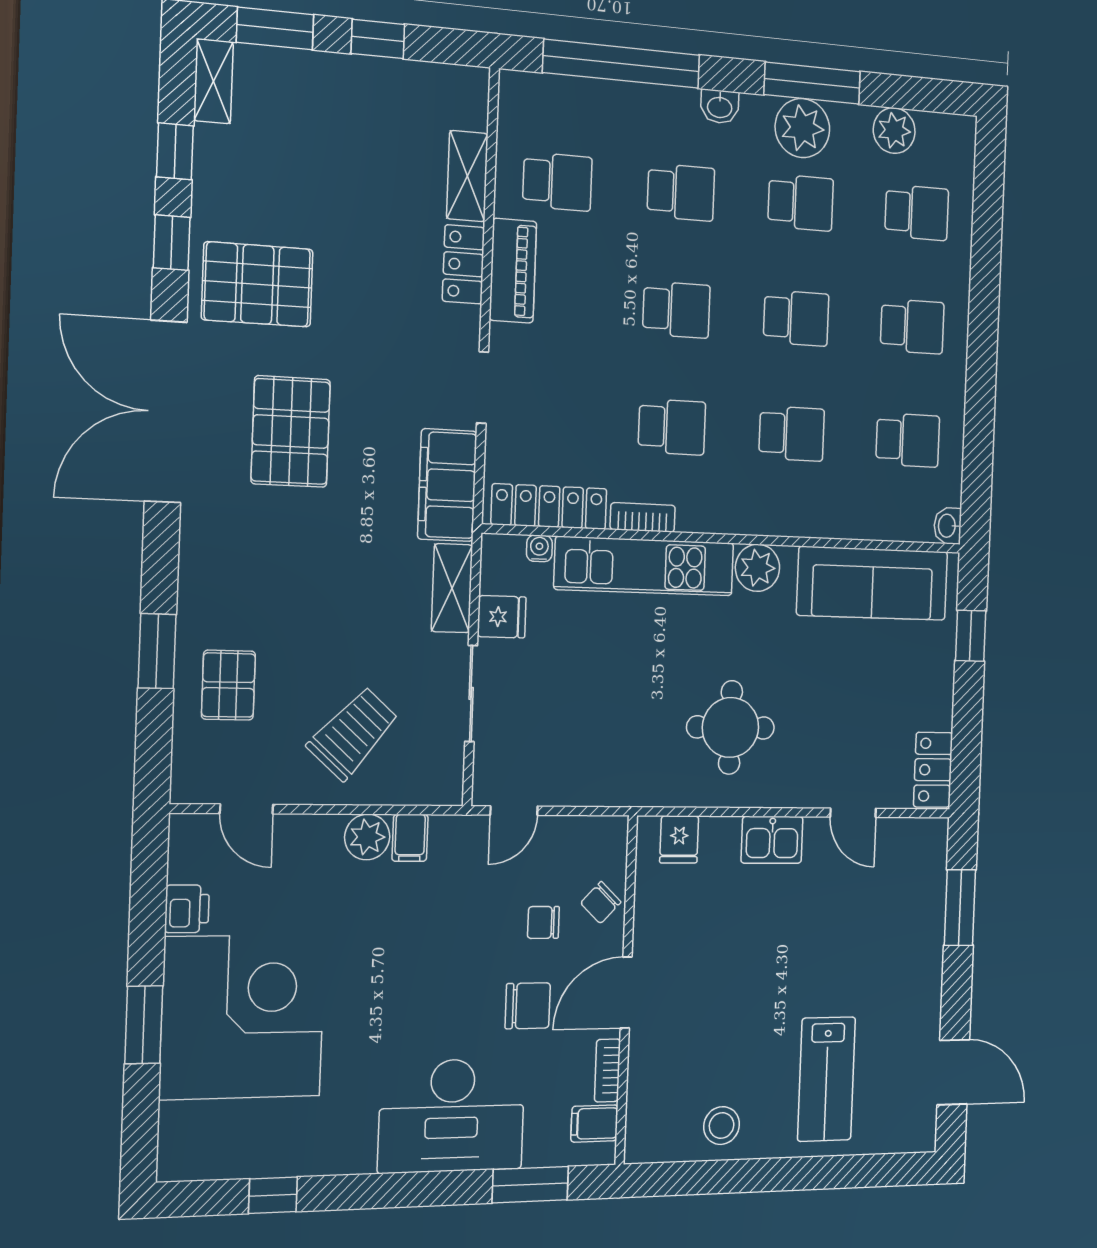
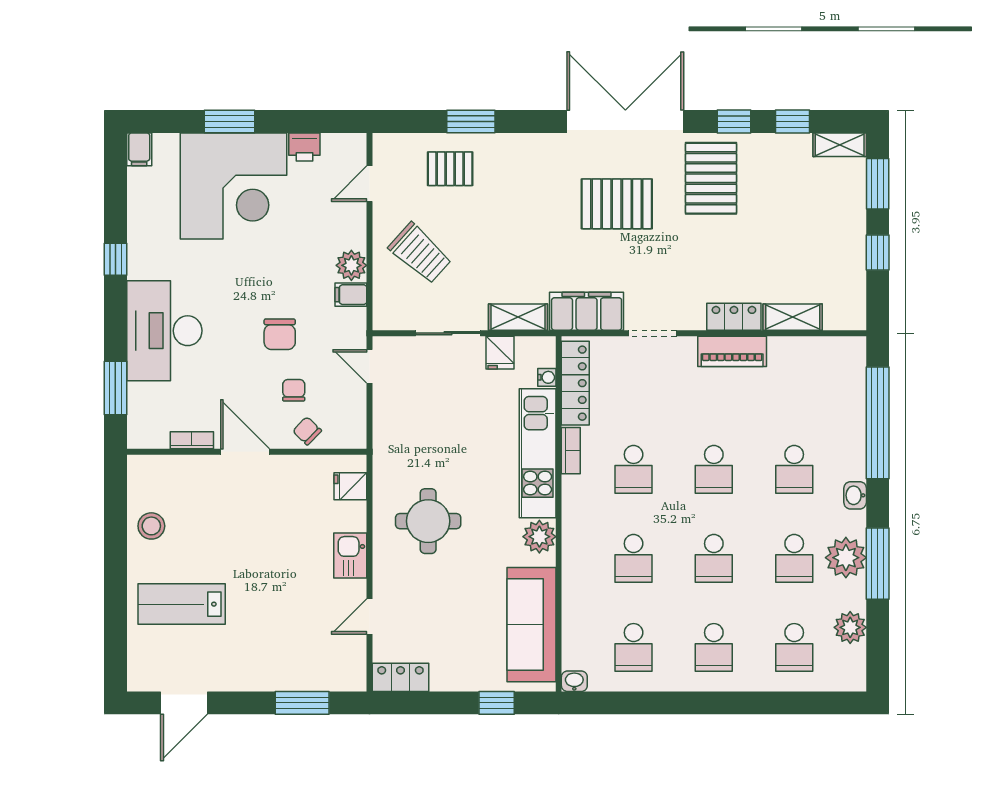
school desk: (557, 182) -> (794, 380), removed
chair: (528, 1006) -> (280, 334), moved
filing cabinet: (594, 1124) -> (139, 149), moved, turned 180
window: (273, 1195) -> (115, 259), moved

